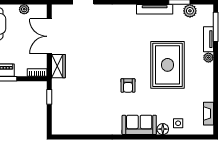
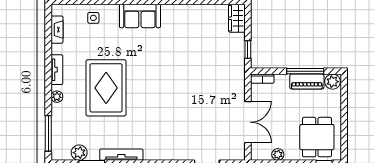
tv unit: (209, 39) -> (57, 70), moved
wardrobe: (58, 66) -> (237, 18), moved
armchair: (128, 85) -> (153, 63), removed
floor lamp: (163, 129) -> (112, 11), removed

